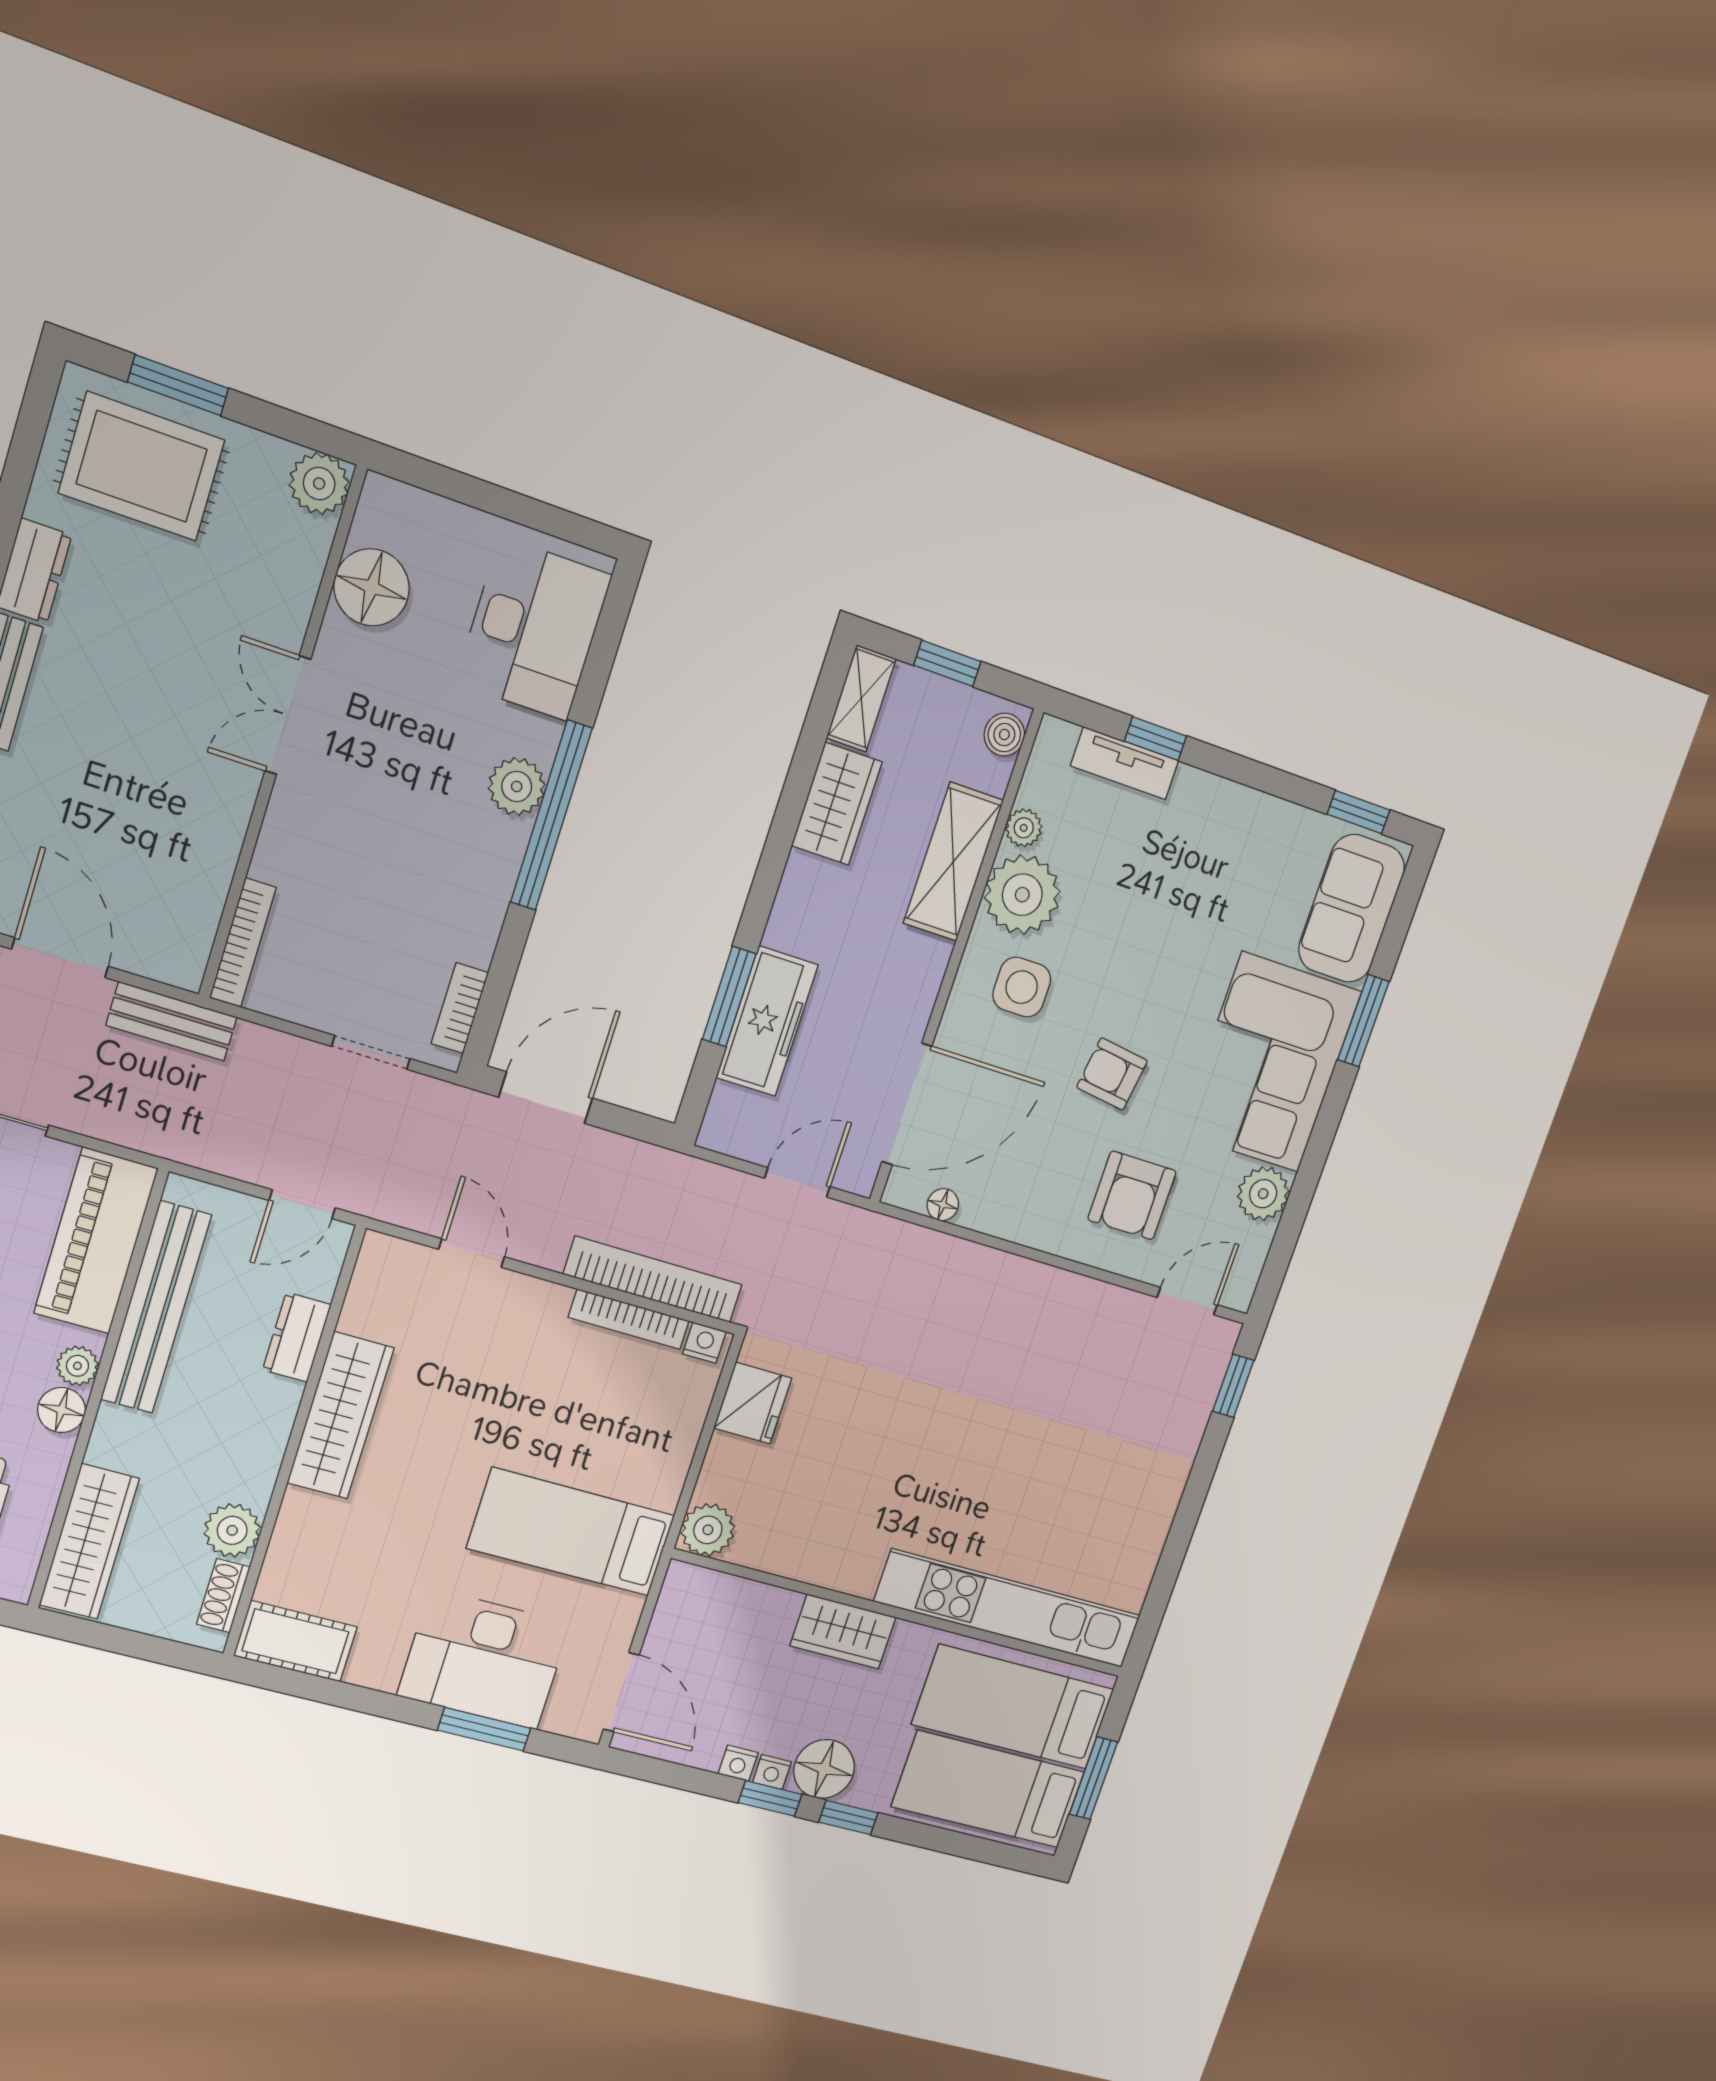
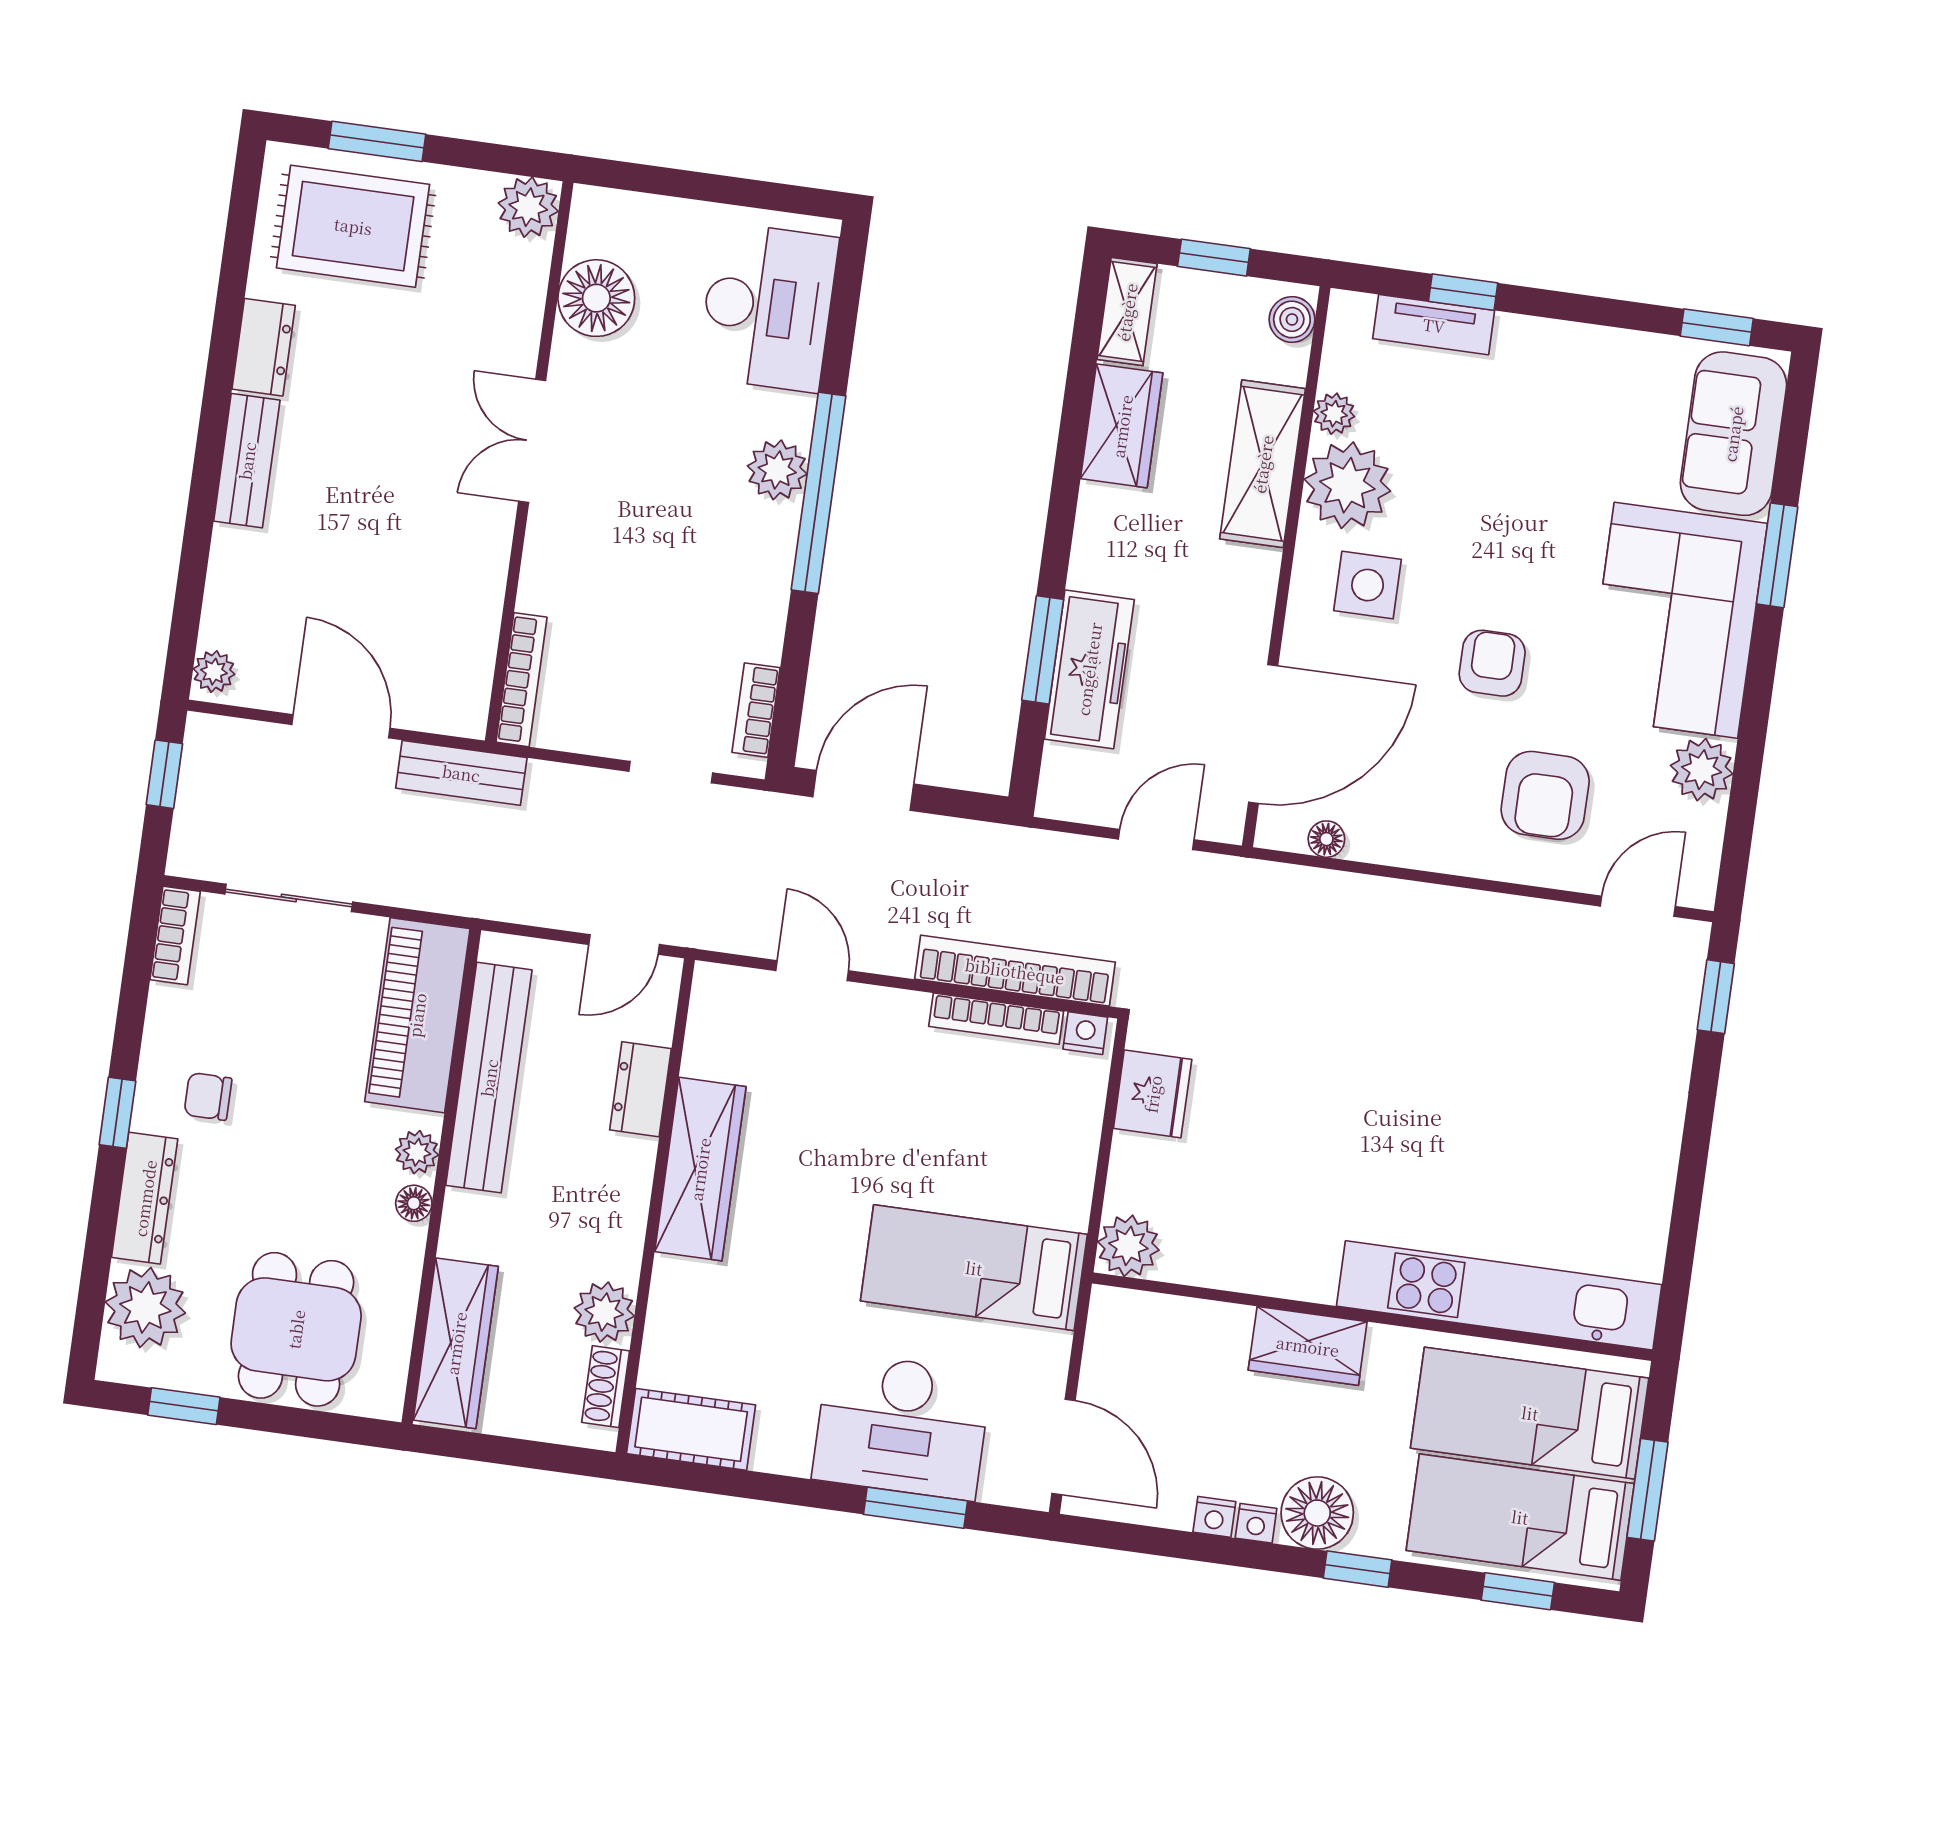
armchair: (1112, 1074) -> (1492, 663), turned 82
floor lamp: (61, 1410) -> (414, 1203), width x0.73, depth x0.73
window: (770, 1799) -> (1518, 1591), moved

